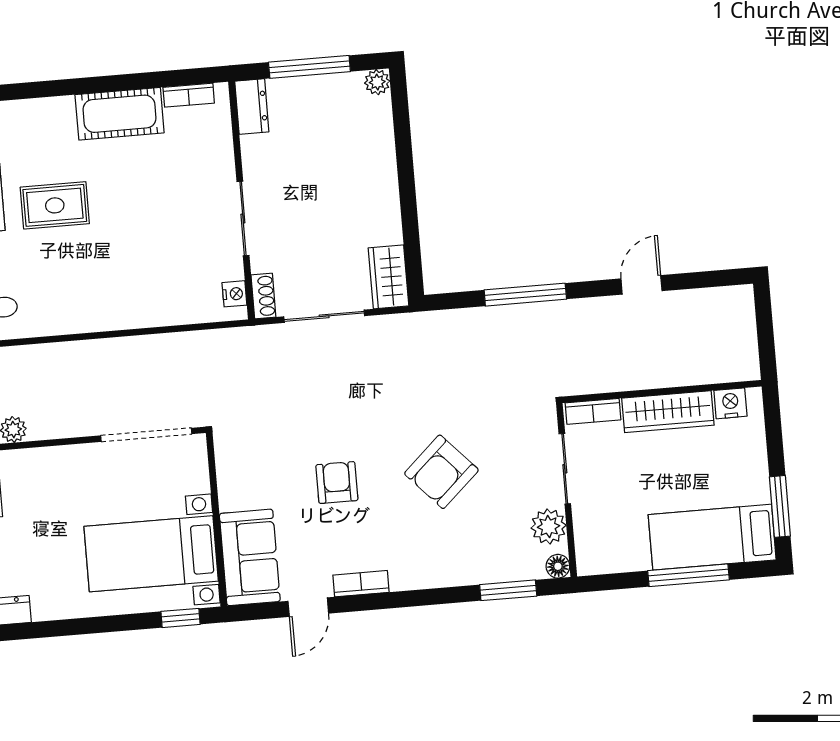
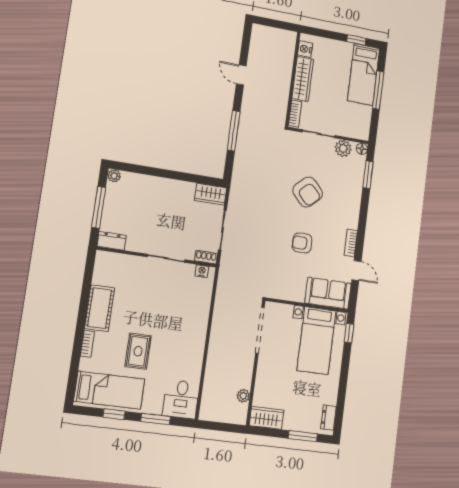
bookcase: (189, 95) -> (87, 344), moved
window: (780, 506) -> (356, 40), width x0.67

